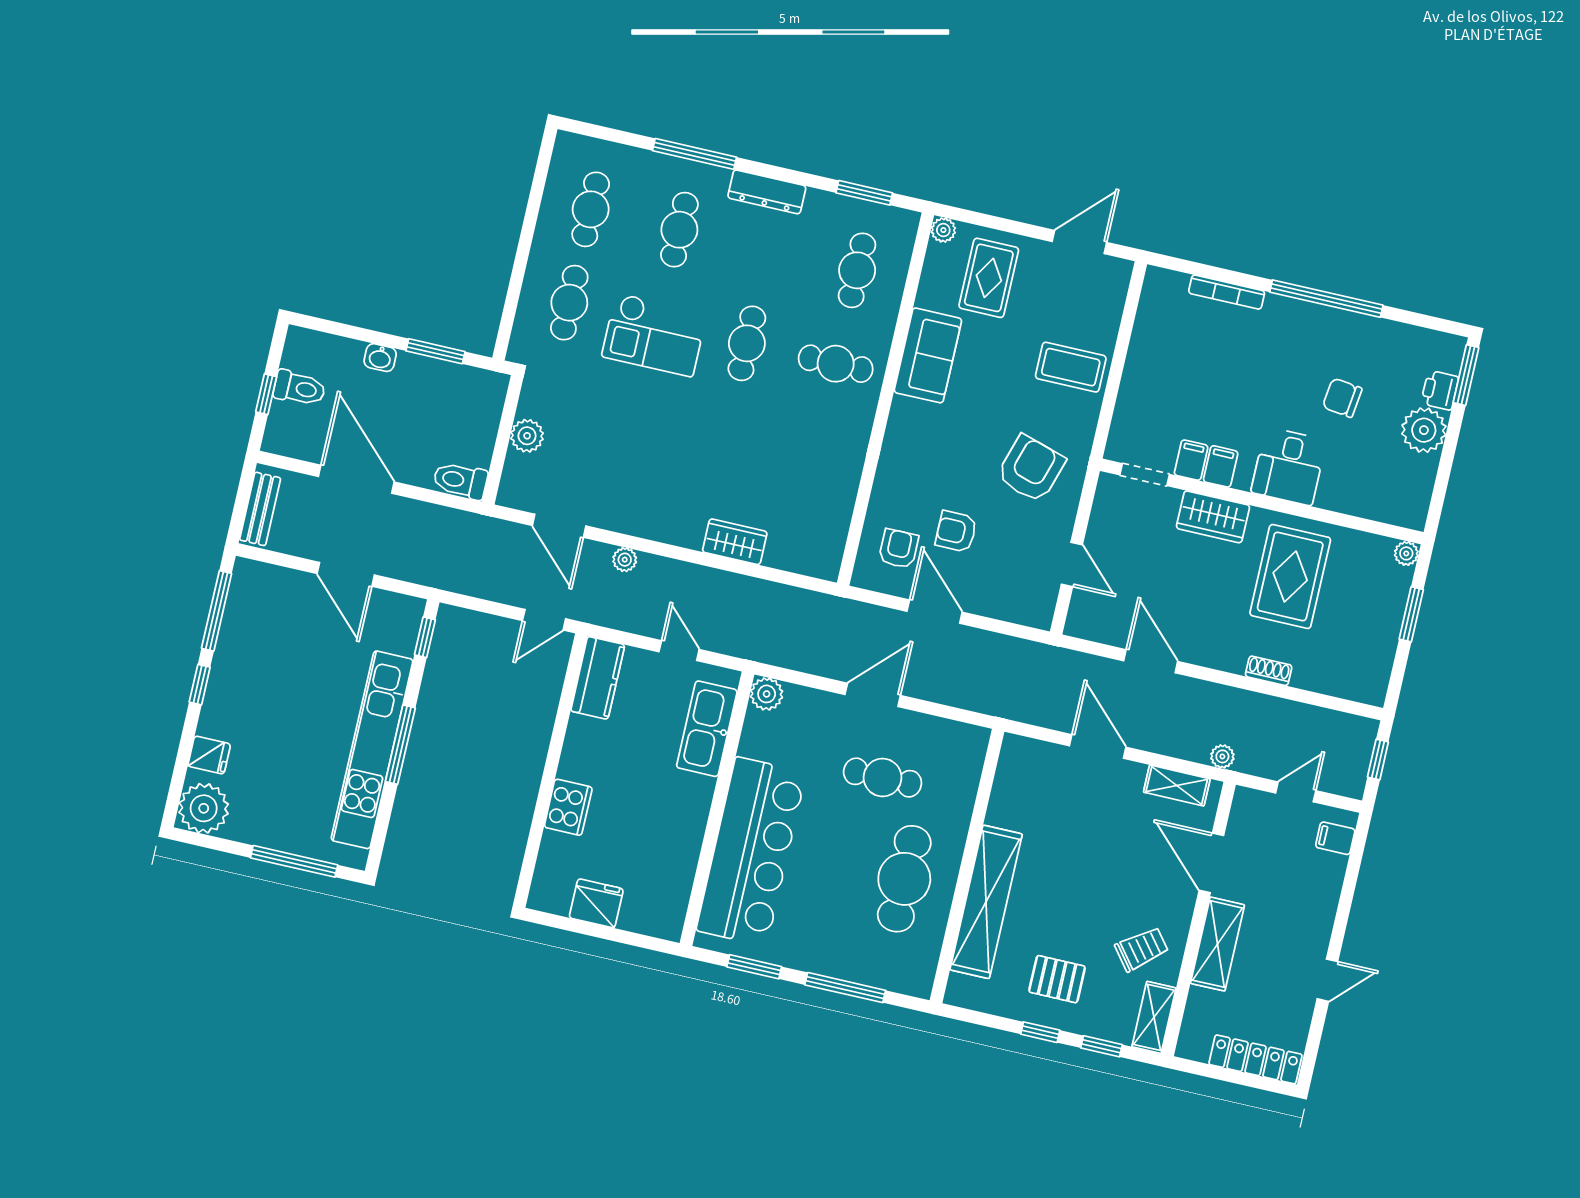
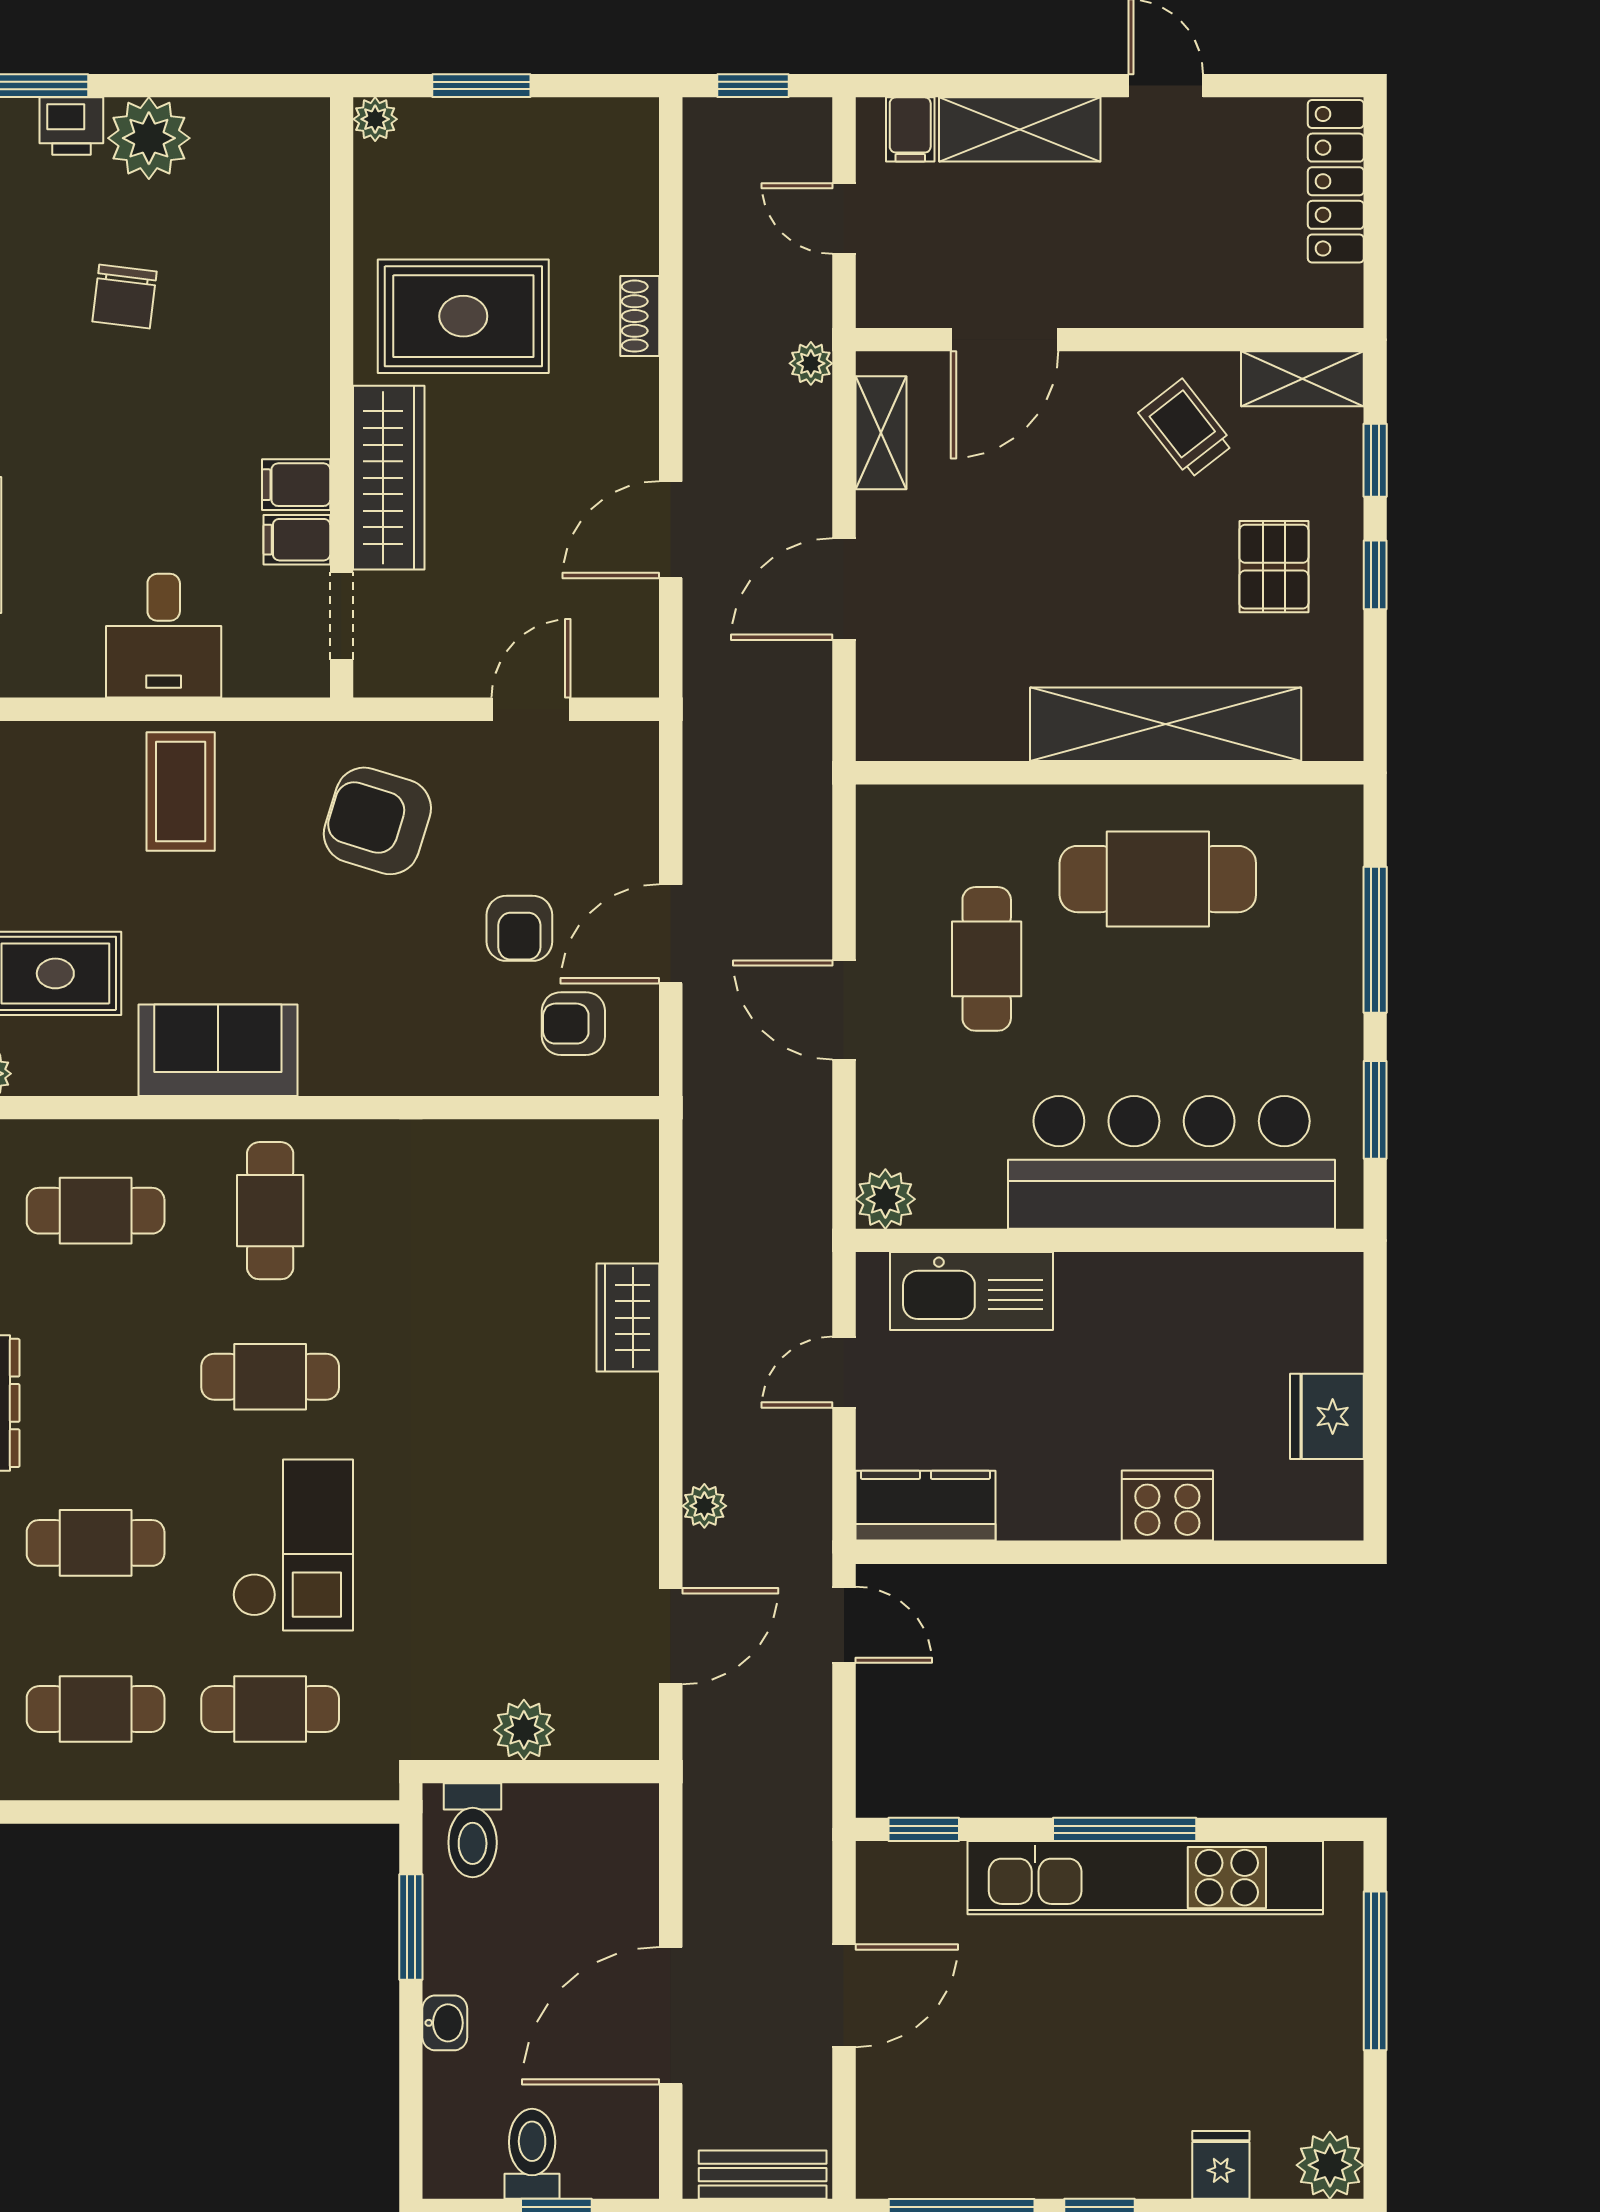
desk: (1289, 466) -> (164, 636), moved, turned 90
toilet: (460, 481) -> (473, 1830), moved
wardrobe: (1213, 517) -> (389, 478), width x1.50
plant: (204, 808) -> (1330, 2165), width x0.73, depth x0.73
shelving: (1217, 944) -> (1020, 129), moved

